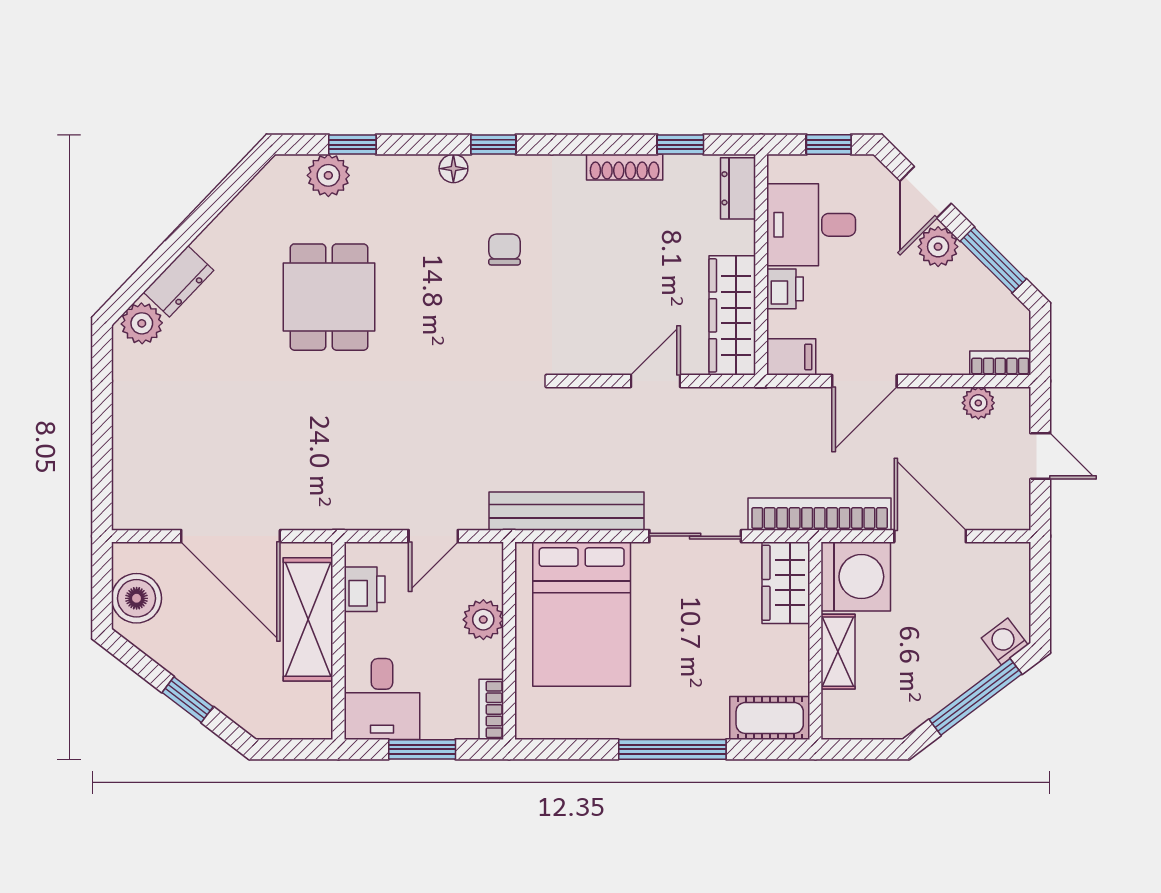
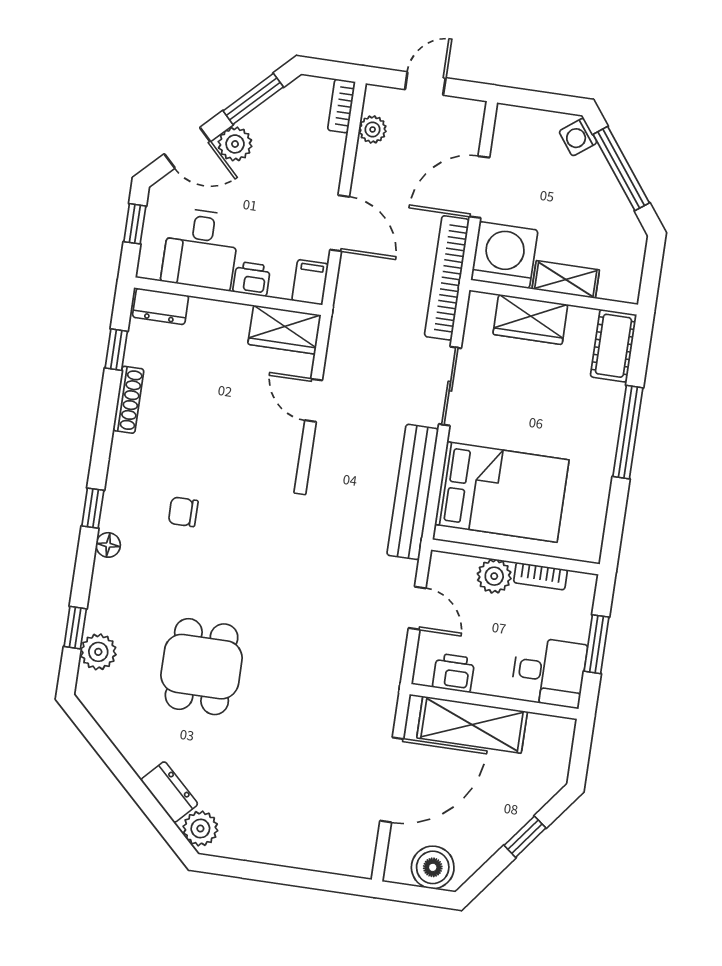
dining table: (329, 297) -> (202, 667), turned 90
wardrobe: (732, 315) -> (284, 330), width x0.67
wardrobe: (786, 583) -> (530, 319), moved
bookcase: (491, 709) -> (540, 576), moved

